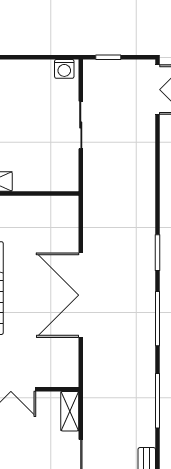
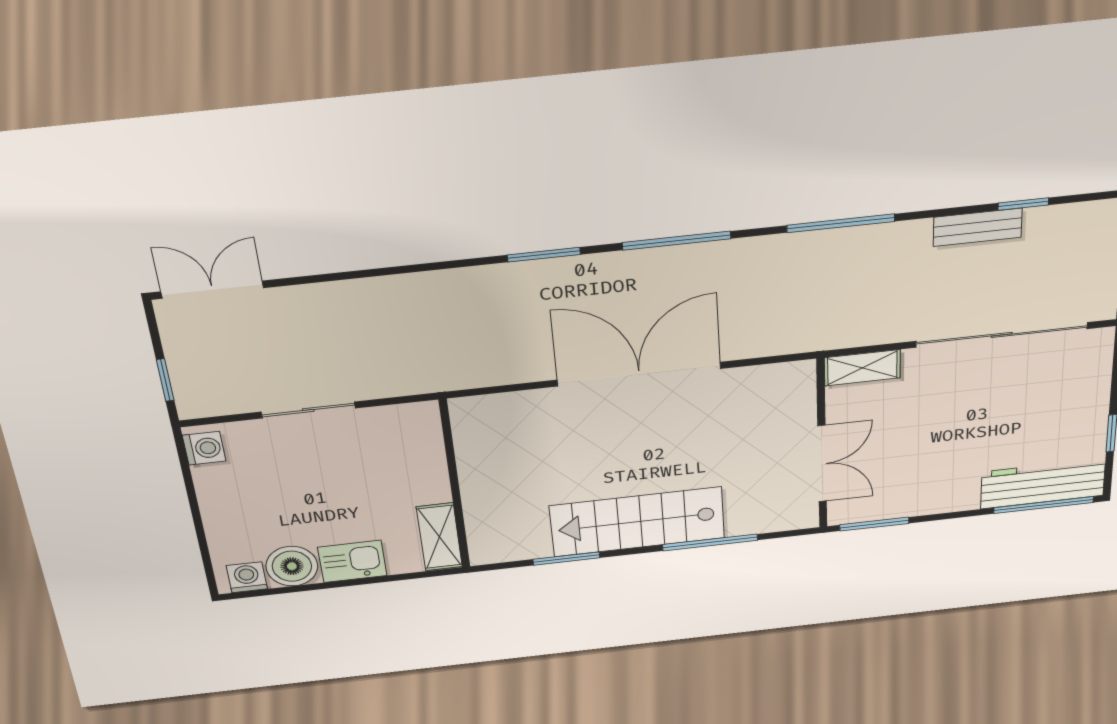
double door: (81, 295) -> (639, 374), swing flipped

